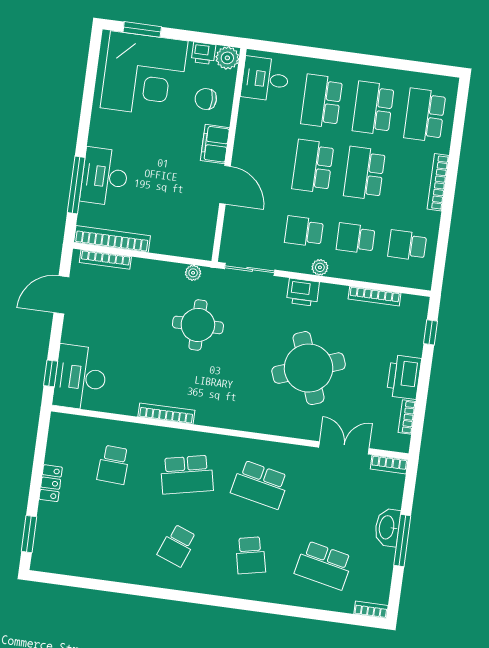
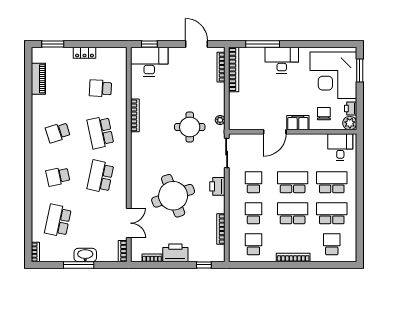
school desk: (425, 115) -> (332, 244), width x0.54
desk: (105, 177) -> (282, 60), moved
plant: (320, 267) -> (233, 194), removed
school desk: (177, 545) -> (58, 132), turned -39
piano: (84, 566) -> (38, 79), added

